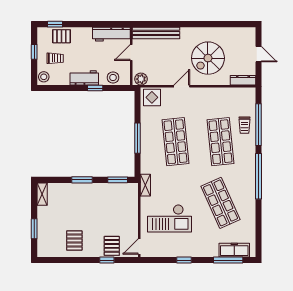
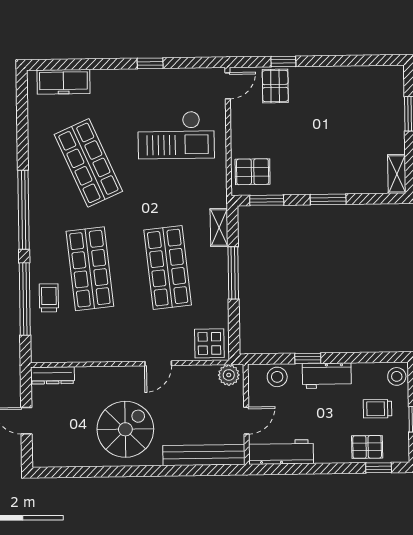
spiral stairs: (208, 58) -> (125, 429), moved
shelving: (145, 185) -> (219, 228), moved
checkout: (170, 218) -> (176, 135), turned 180
pallet: (74, 241) -> (253, 172), moved, turned 90
window: (228, 260) -> (74, 64), removed

